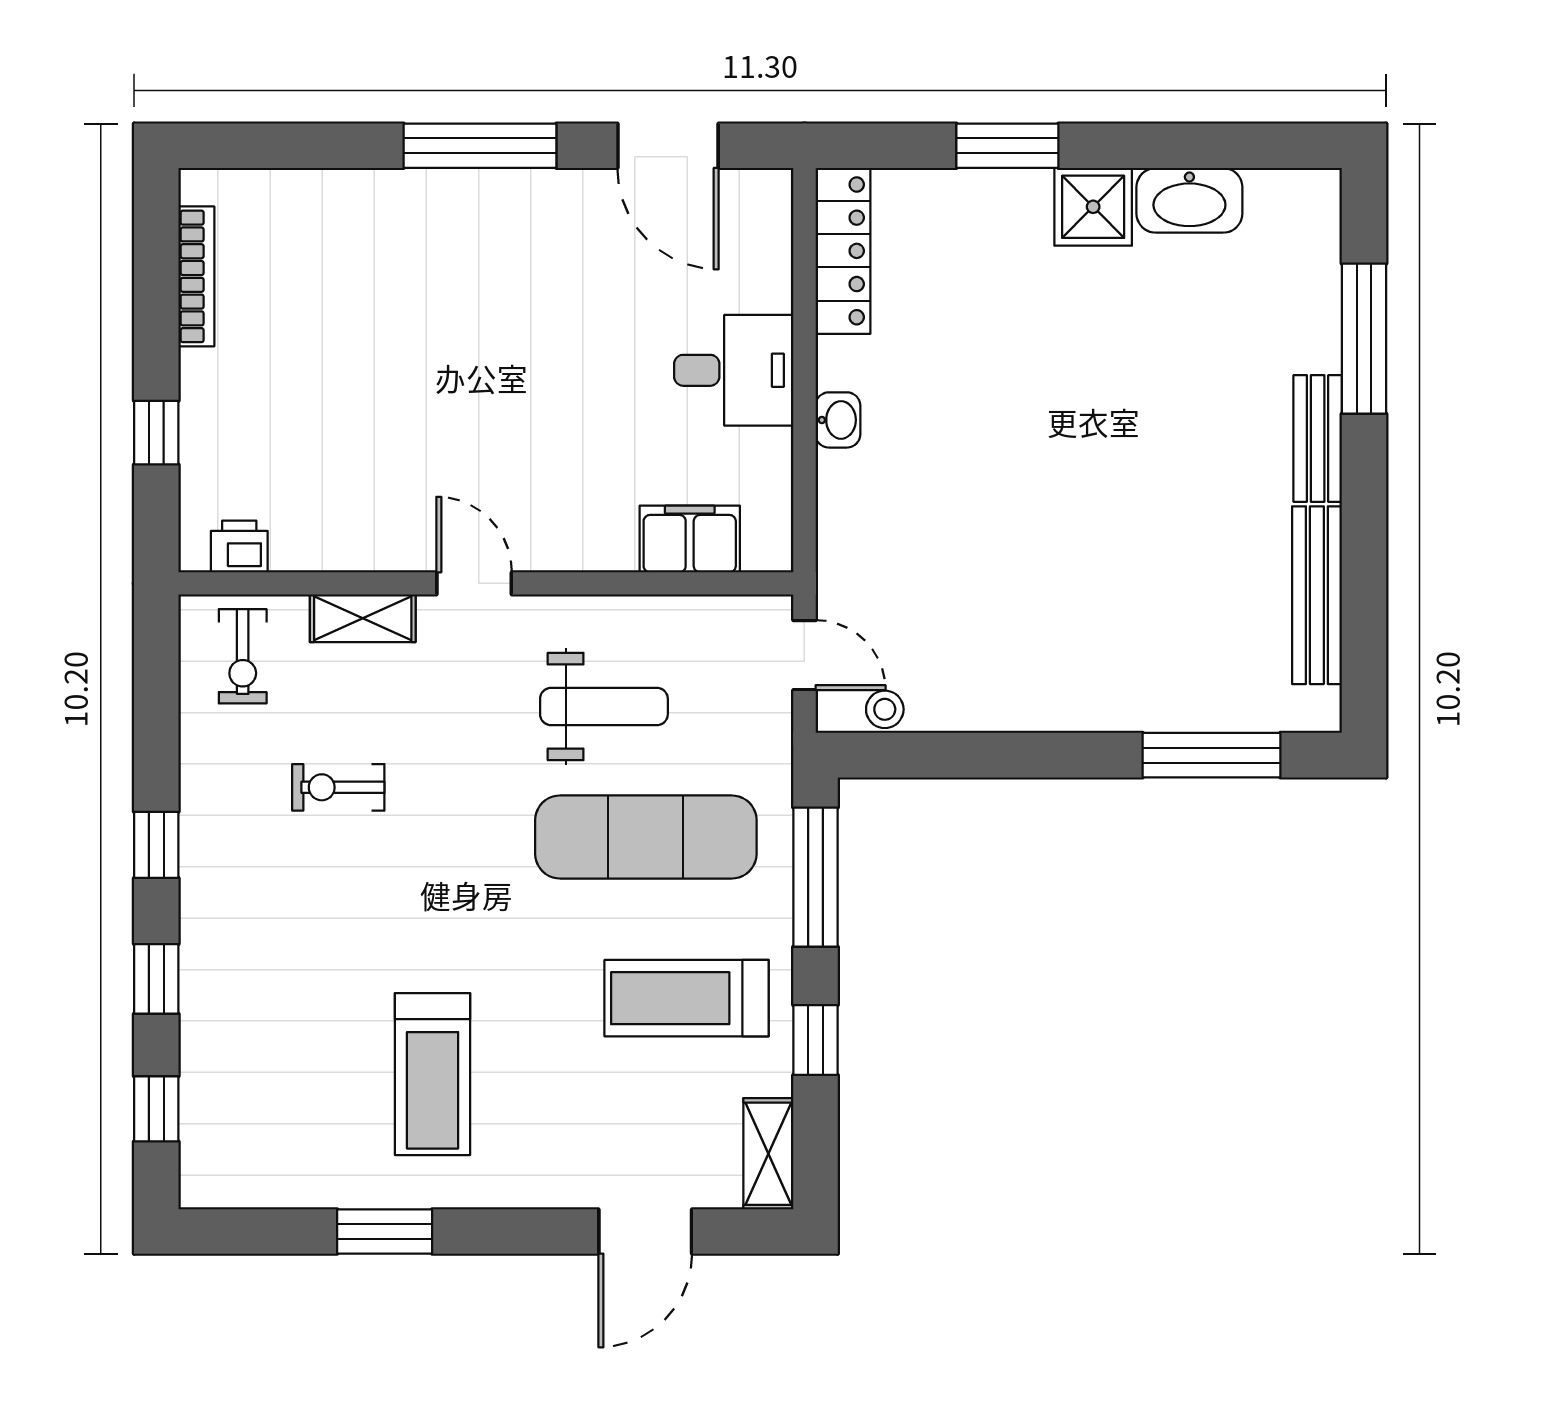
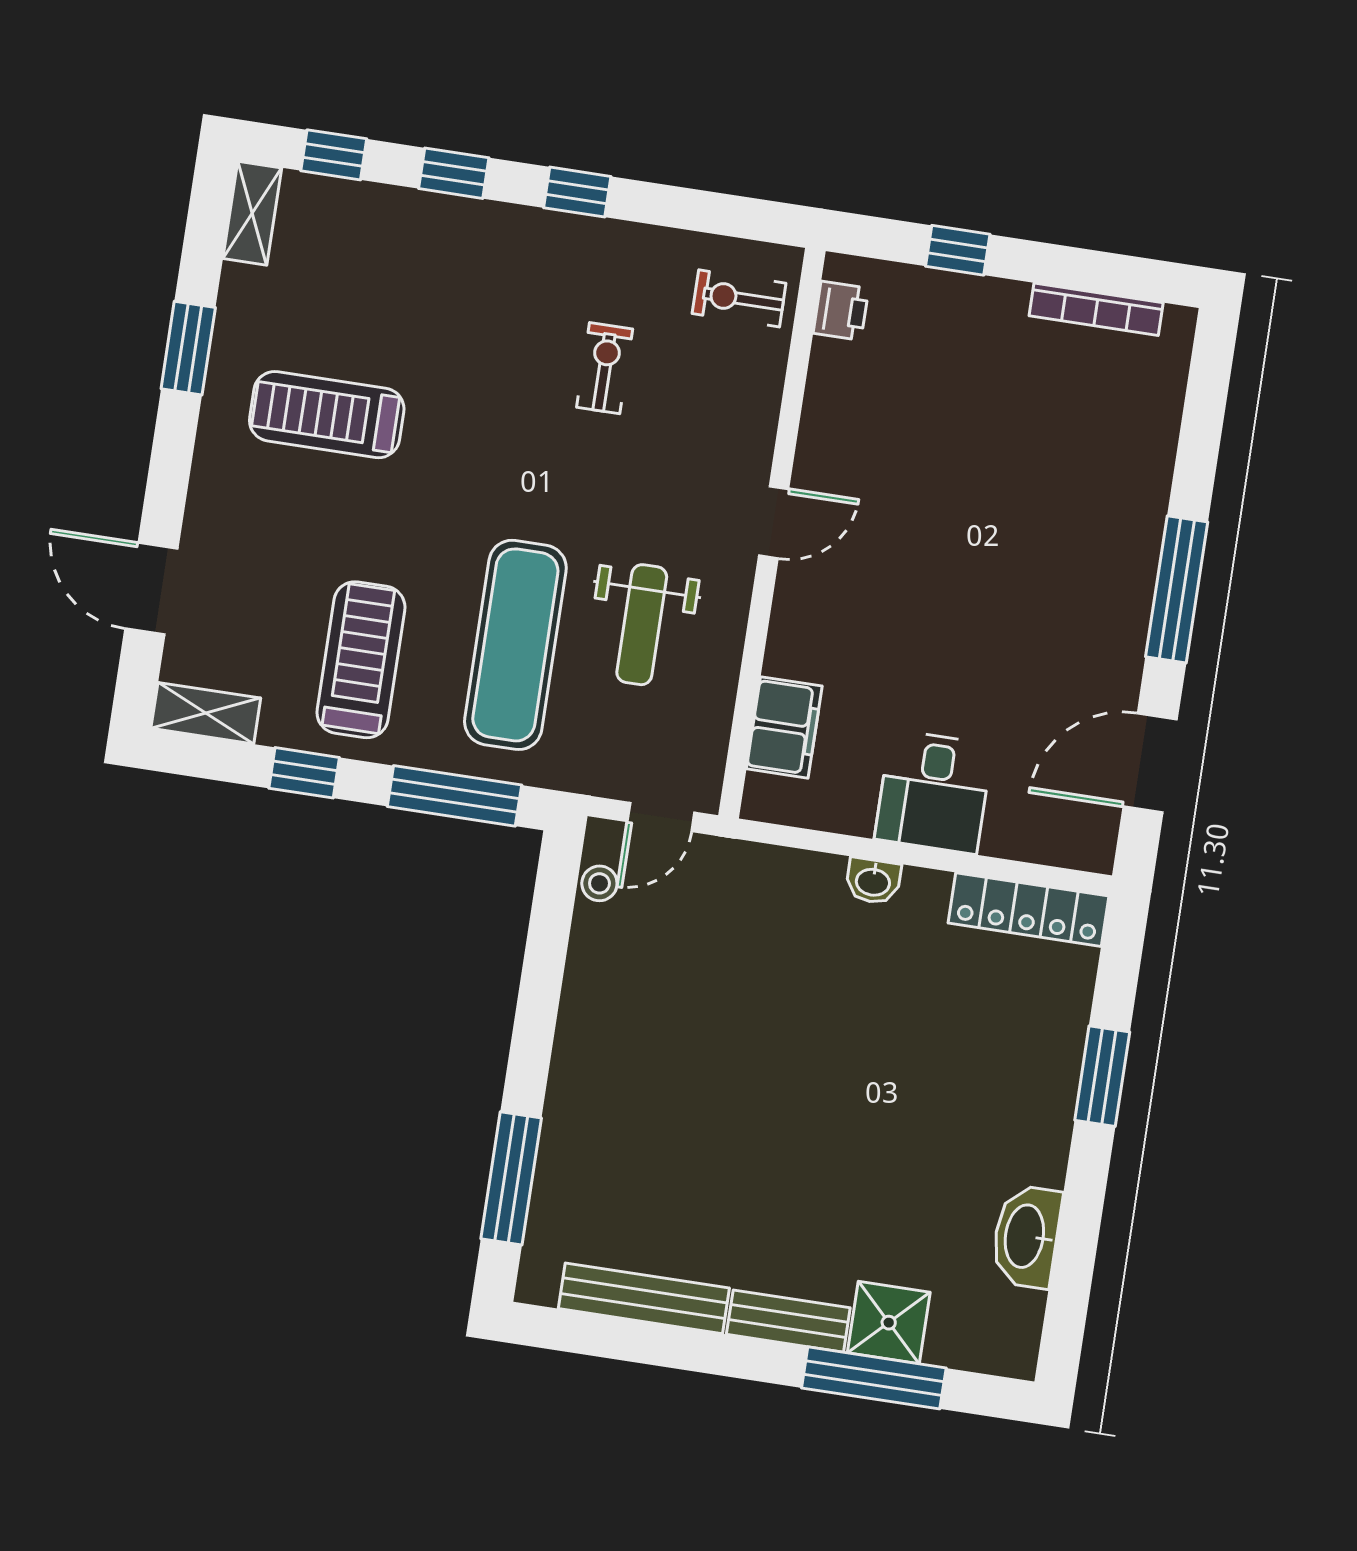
shower: (1093, 207) -> (889, 1323), moved
shelving: (363, 618) -> (252, 213), moved

